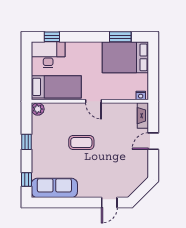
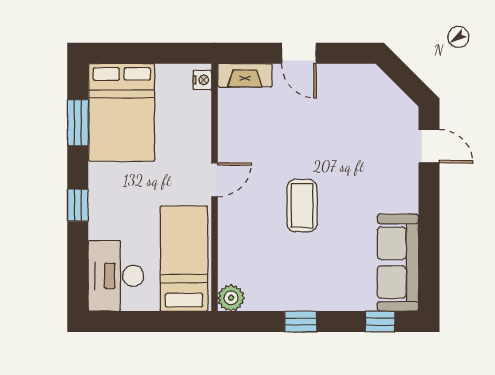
window: (52, 37) -> (78, 205), moved

